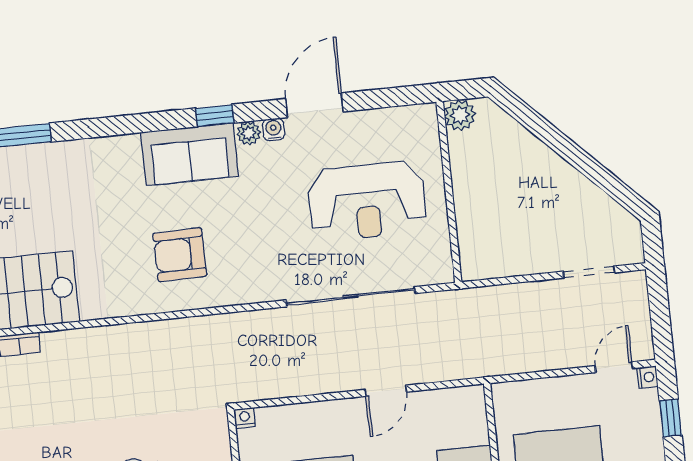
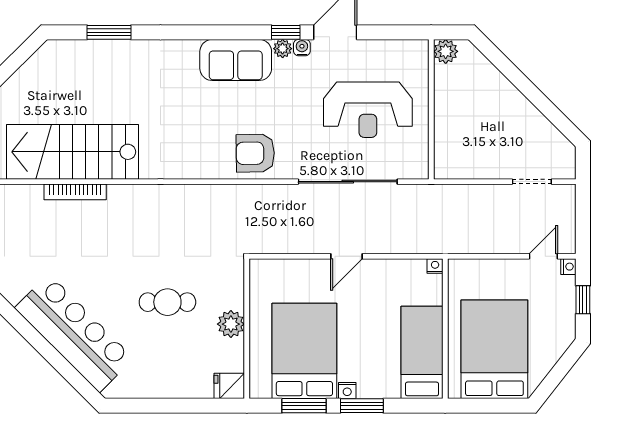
window: (215, 116) -> (286, 32), moved
armchair: (180, 255) -> (255, 153), moved
door: (386, 391) -> (346, 256), moved
nightstand: (245, 418) -> (435, 266), moved

